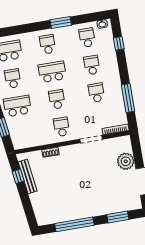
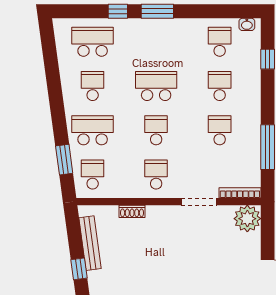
window: (61, 23) -> (157, 11), moved
window: (21, 29) -> (118, 11), added
school desk: (48, 44) -> (93, 175), moved
plant: (126, 161) -> (247, 219), moved
window: (18, 176) -> (79, 269), moved

